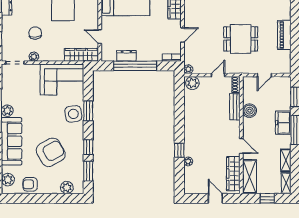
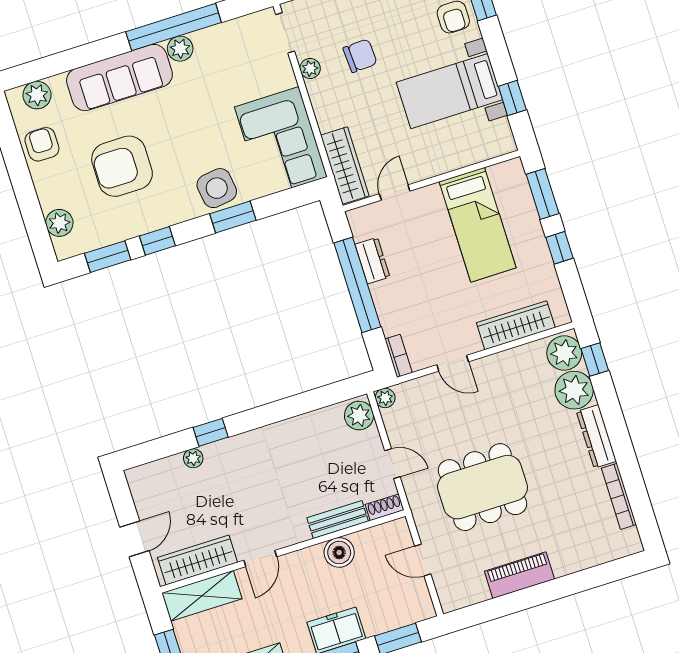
dining table: (241, 39) -> (482, 487), width x1.38
armchair: (51, 152) -> (122, 166), turned 119

